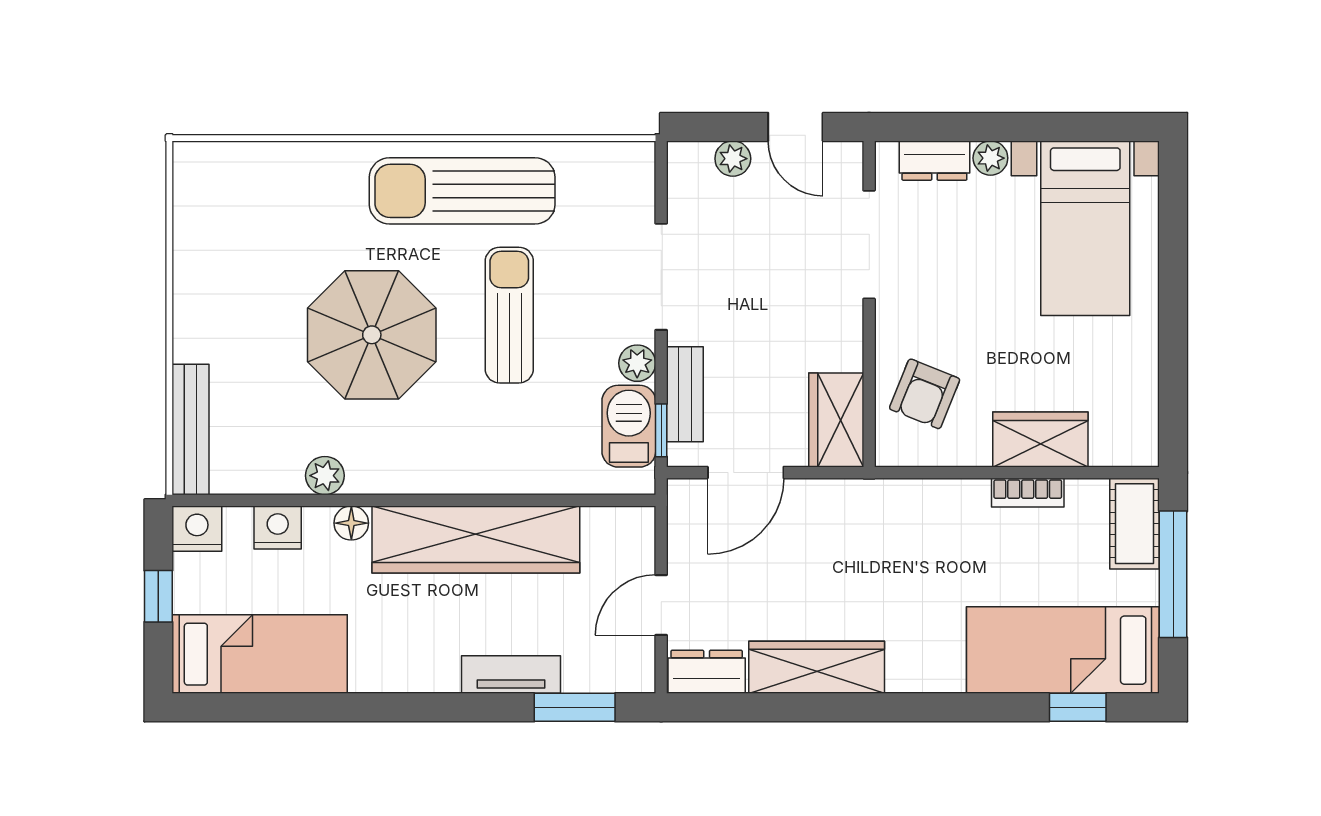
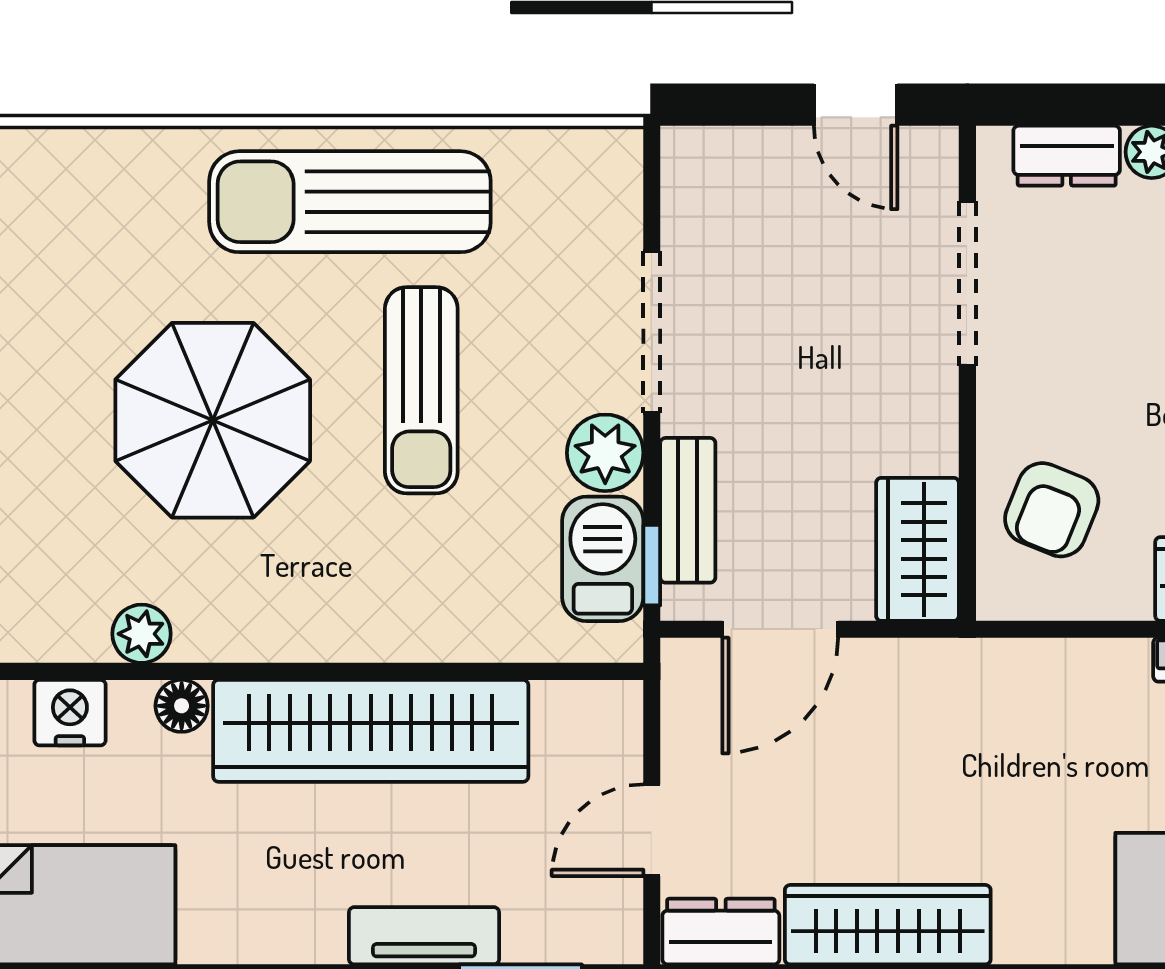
plant: (733, 159) -> (761, 153), removed
sun lounger: (509, 315) -> (421, 390), turned 180
plant: (637, 363) -> (605, 453), width x1.38, depth x1.38

